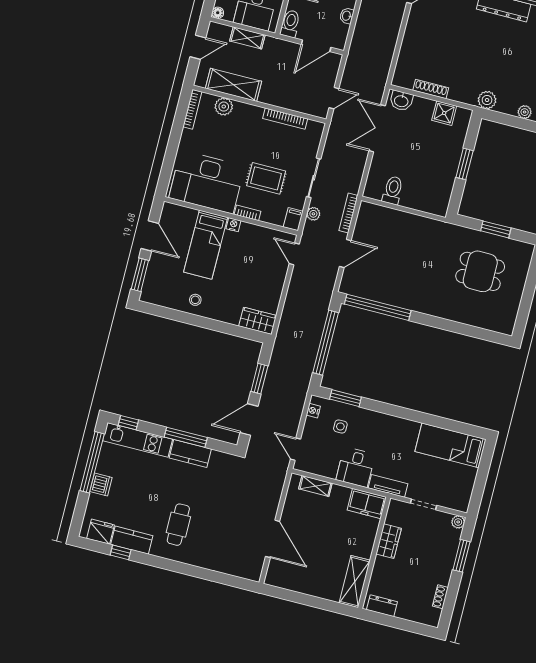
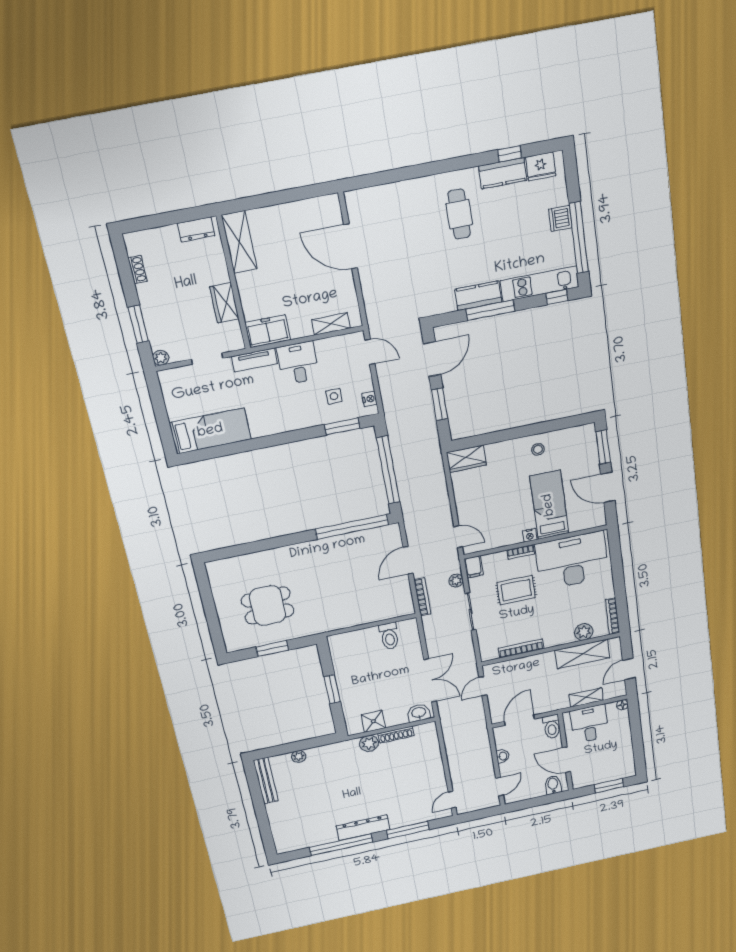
plant: (487, 100) -> (369, 743), moved

